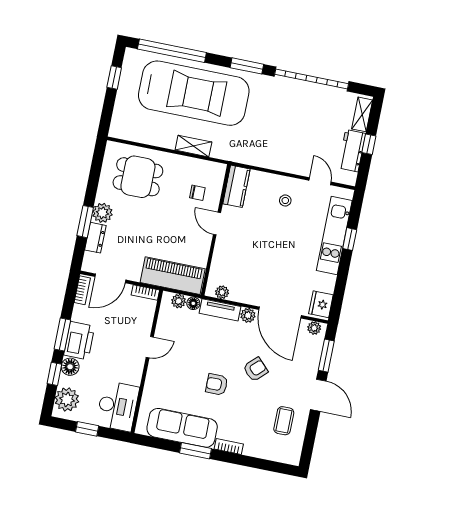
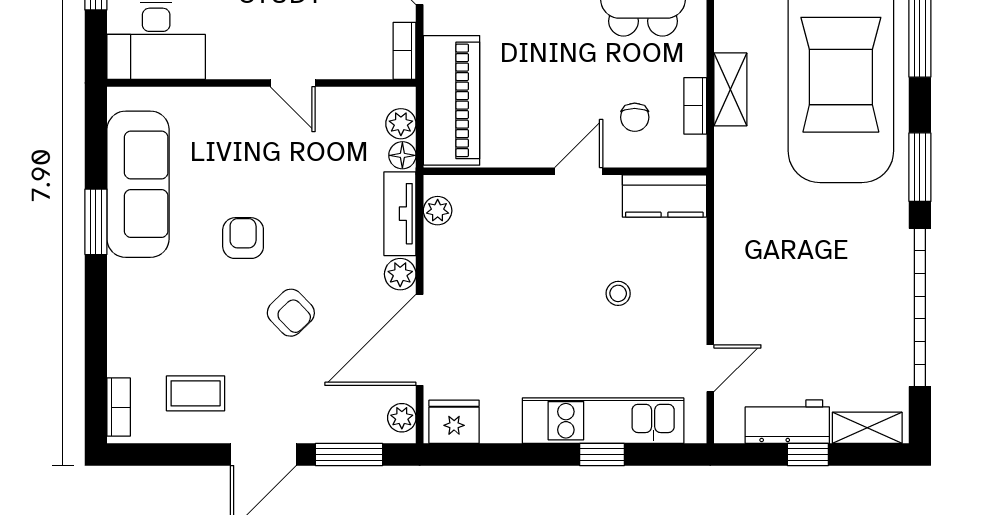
bookcase: (198, 164) -> (695, 106), added
stool: (285, 201) -> (618, 293), moved
bookcase: (229, 447) -> (119, 407), moved

